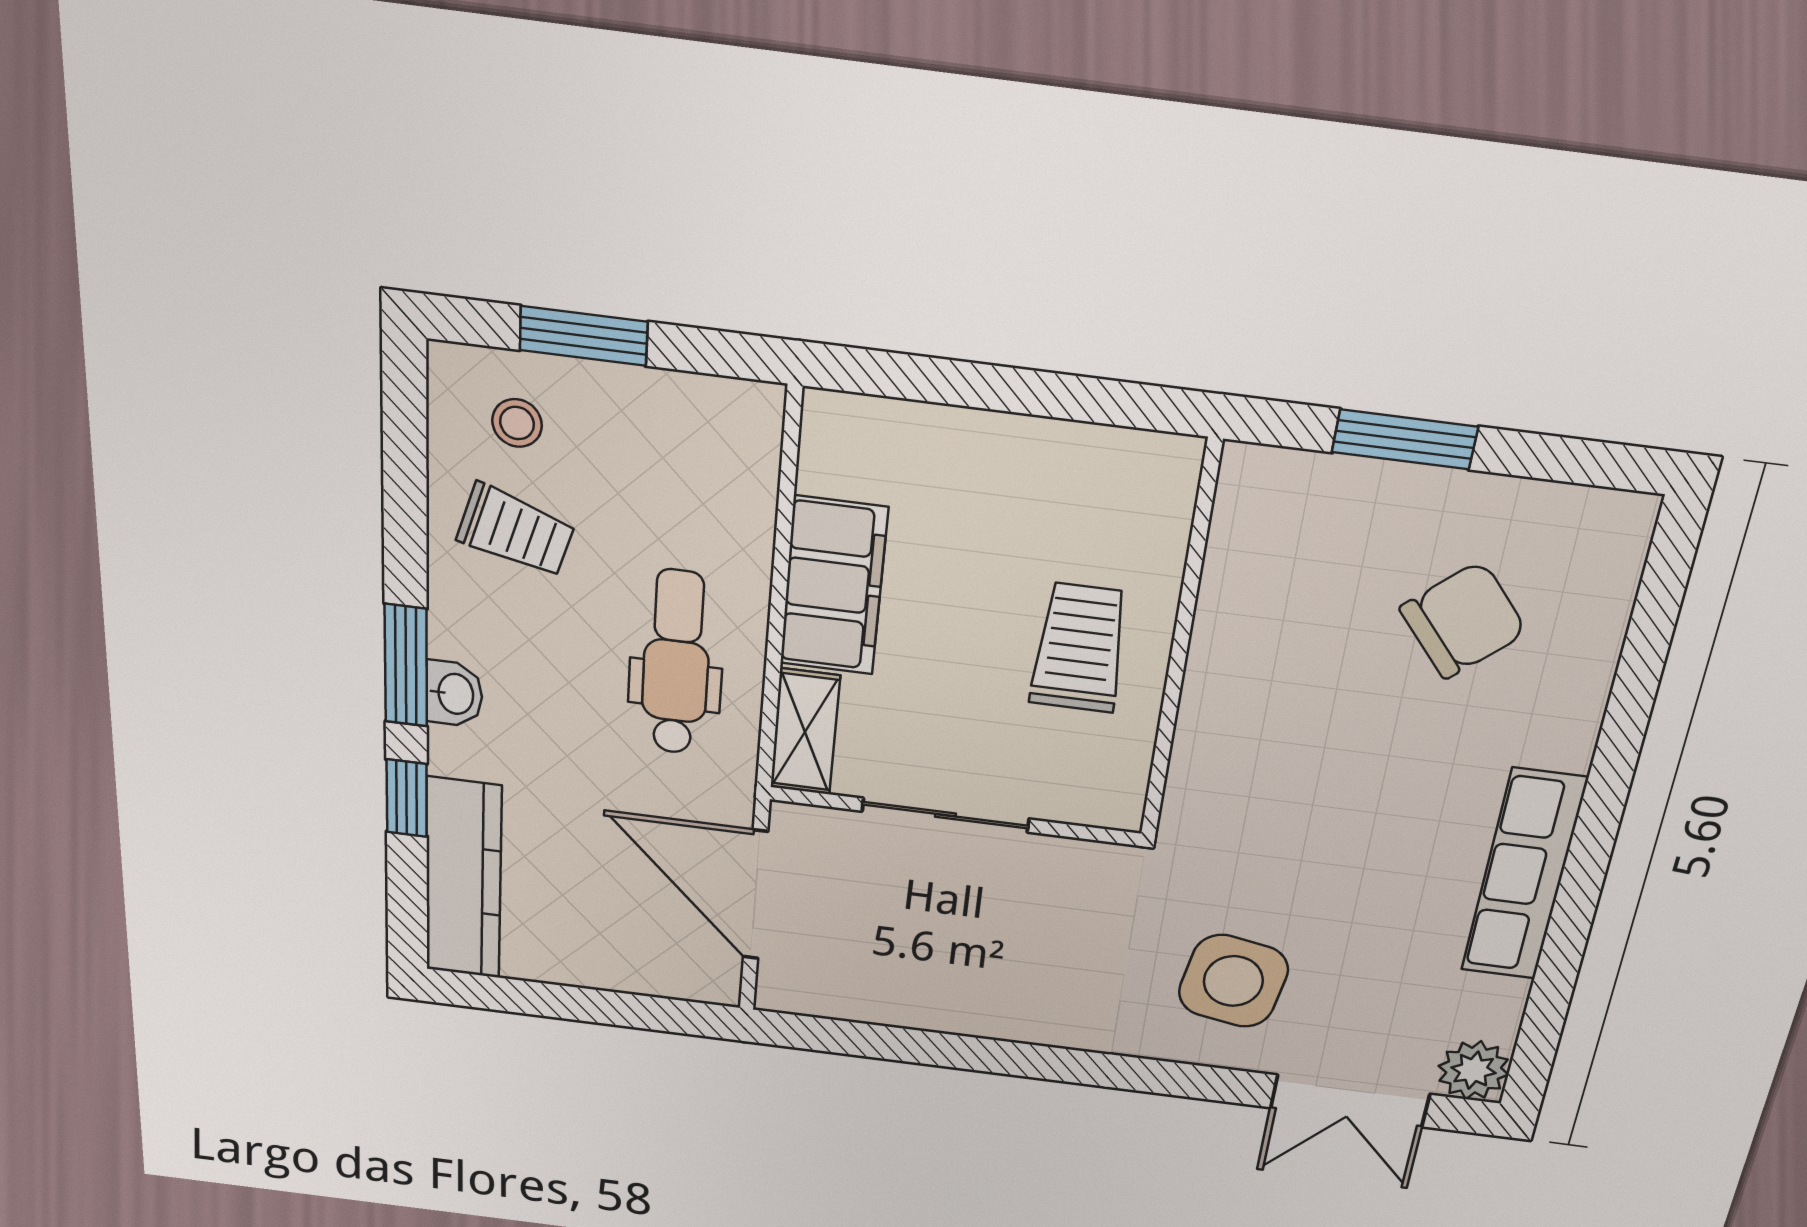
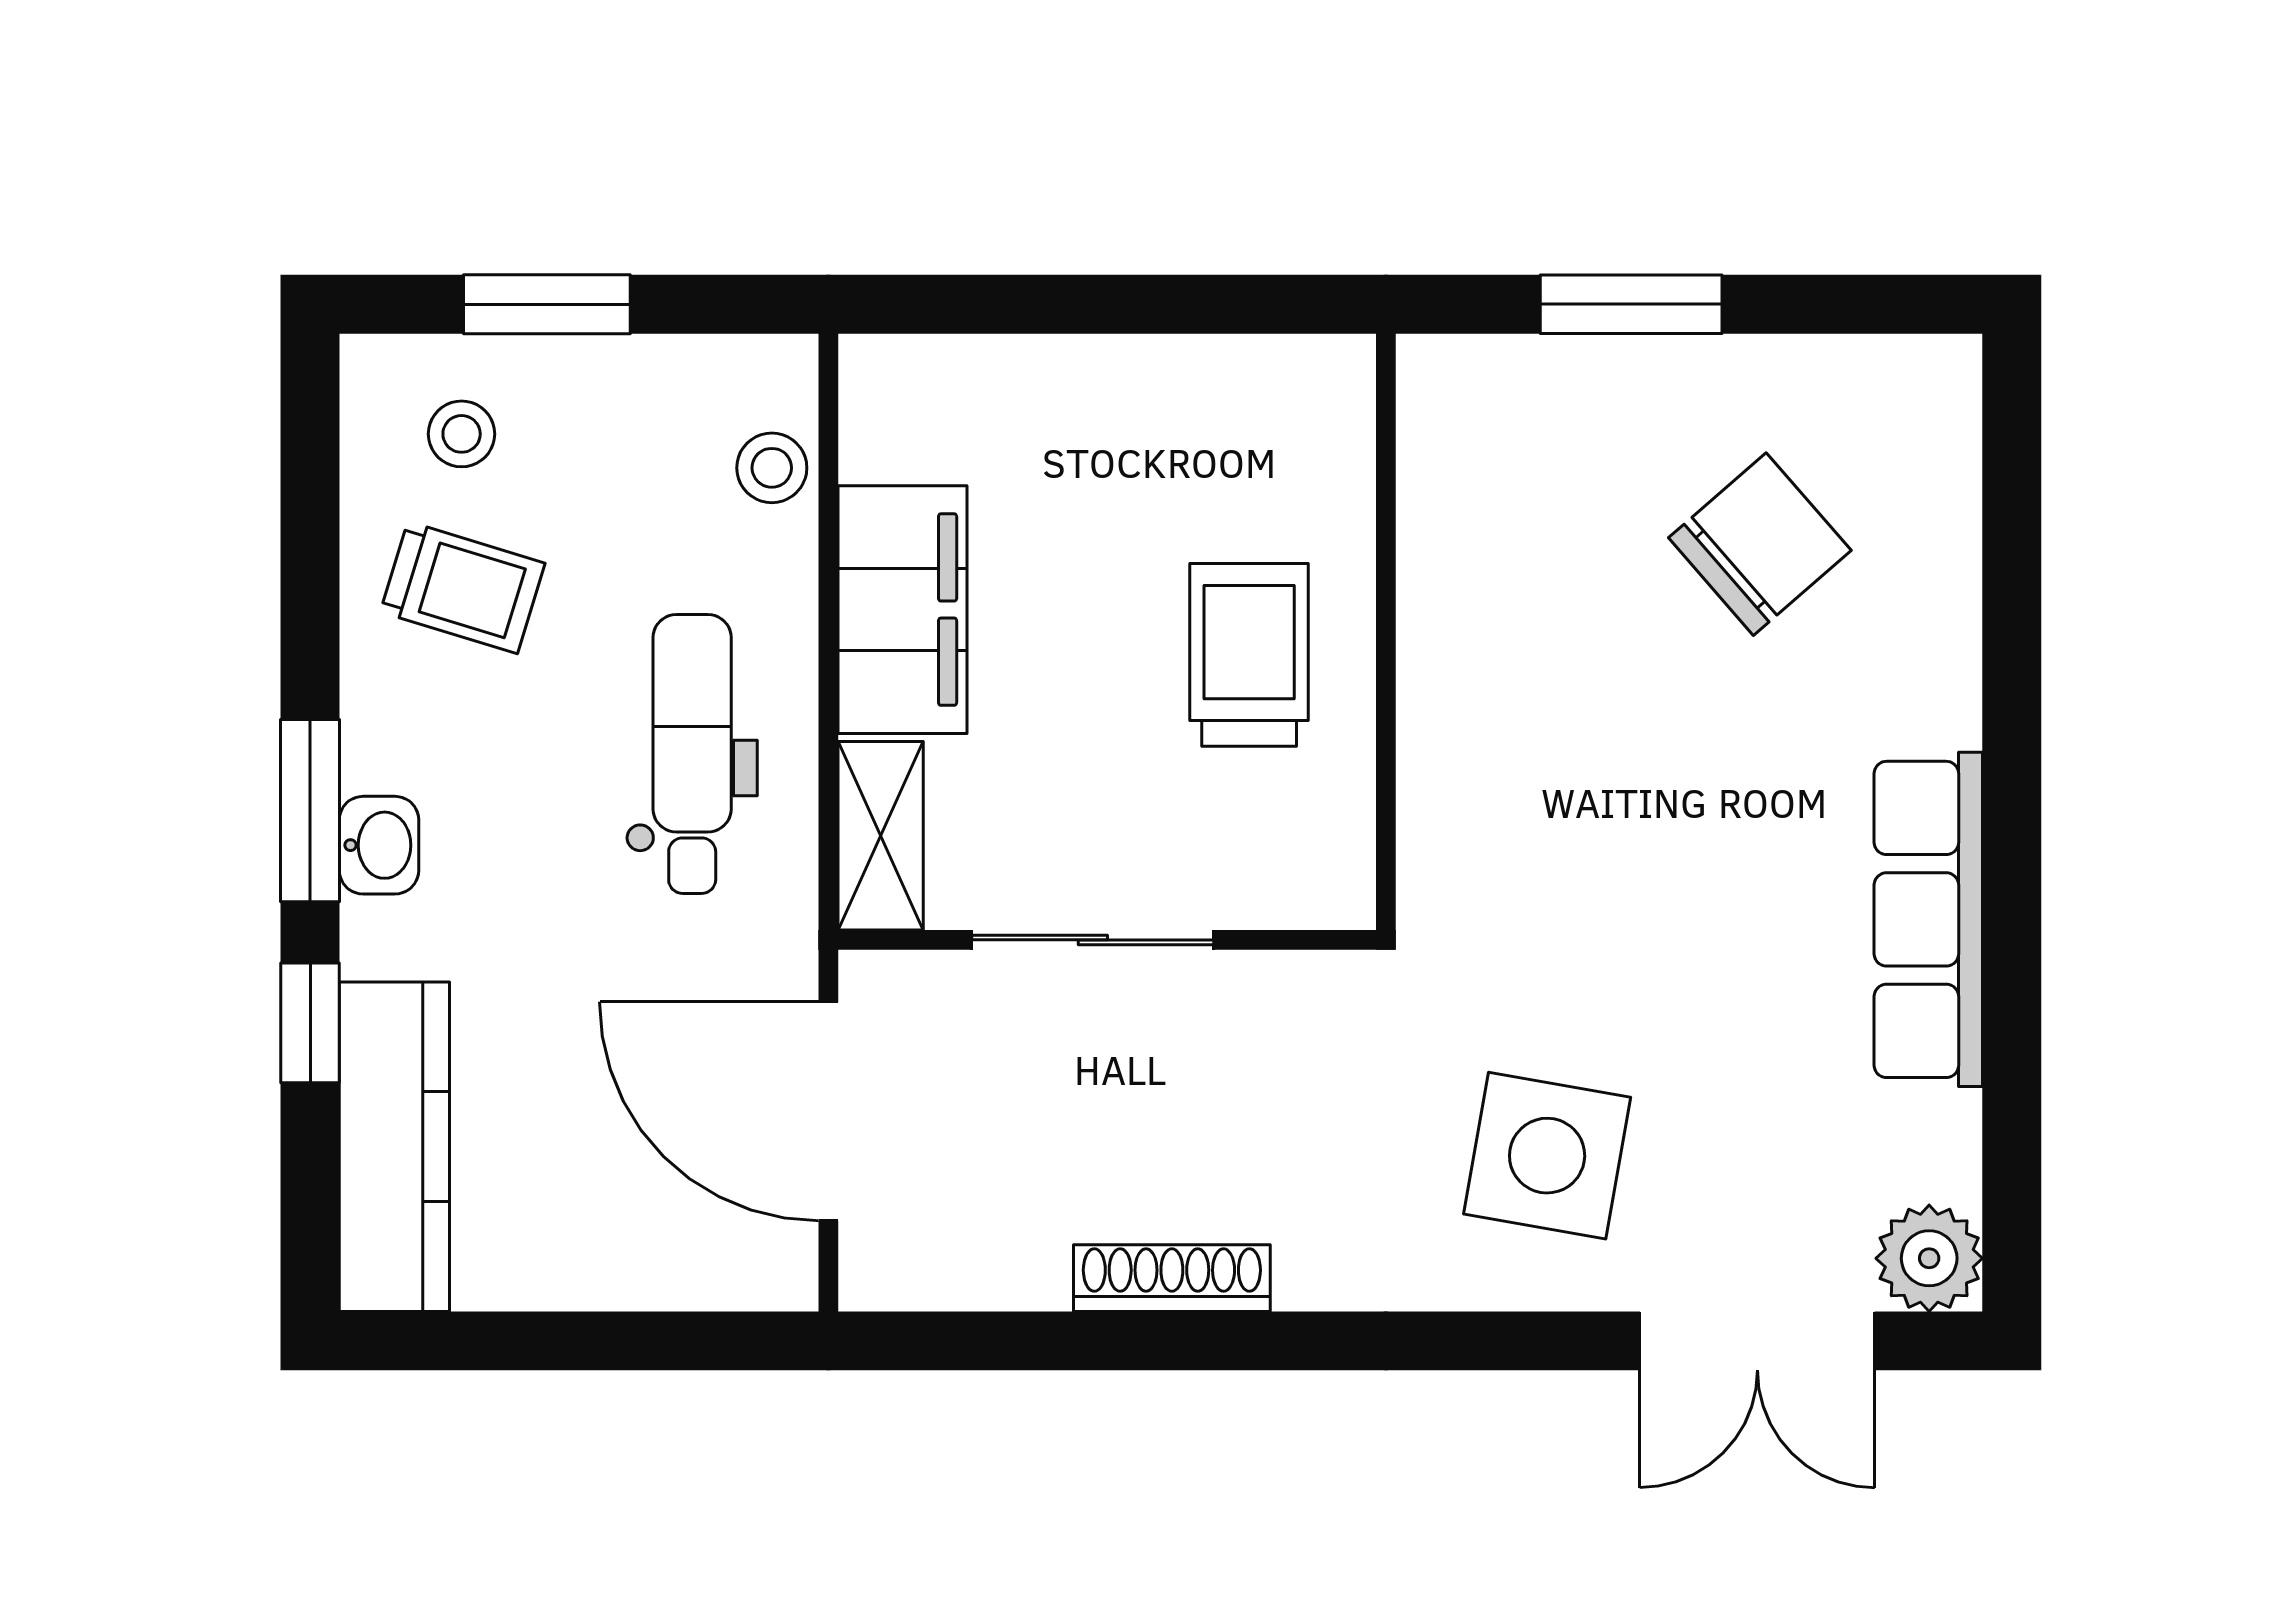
stool: (746, 476) -> (772, 468), added
shoe rack: (974, 1019) -> (1172, 1278), added

